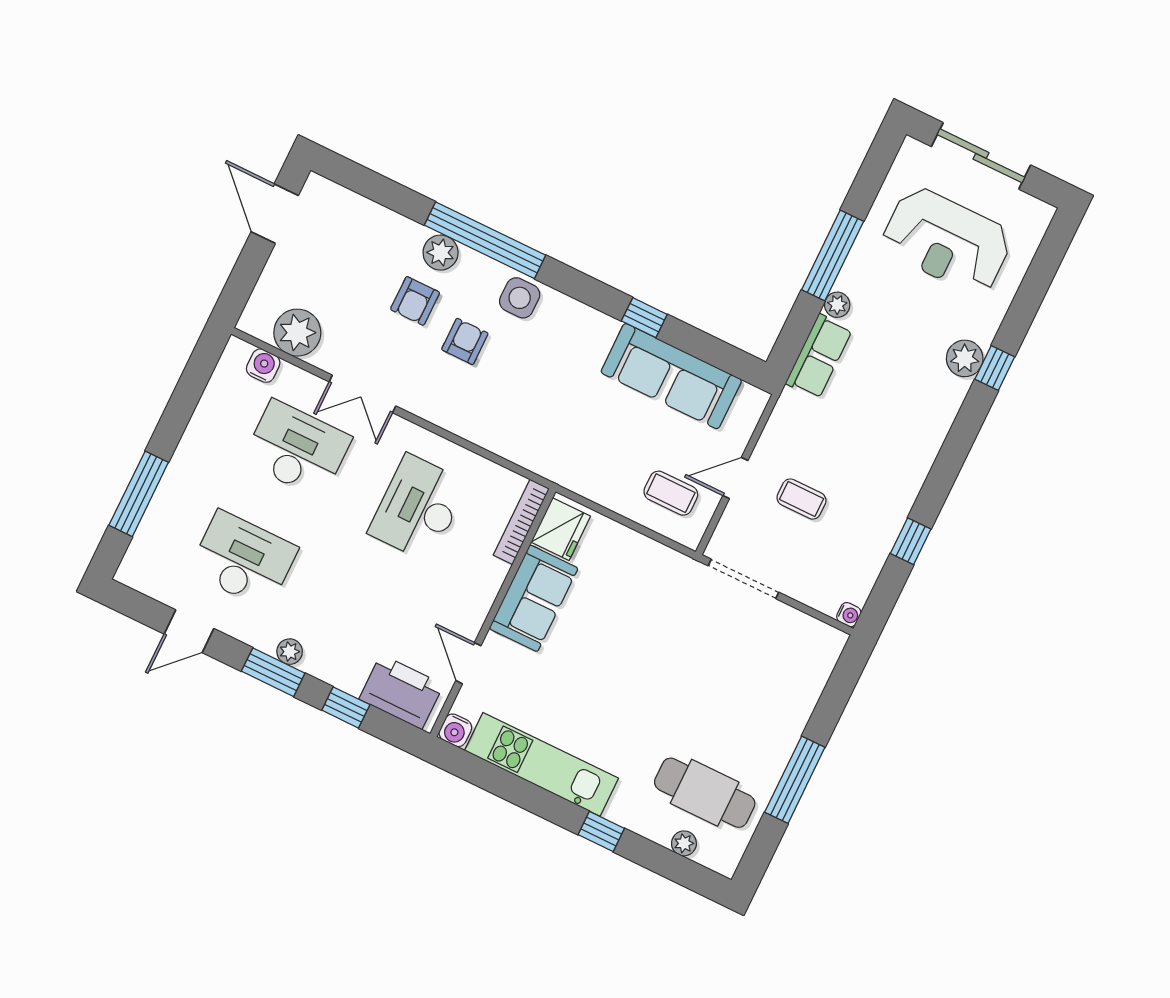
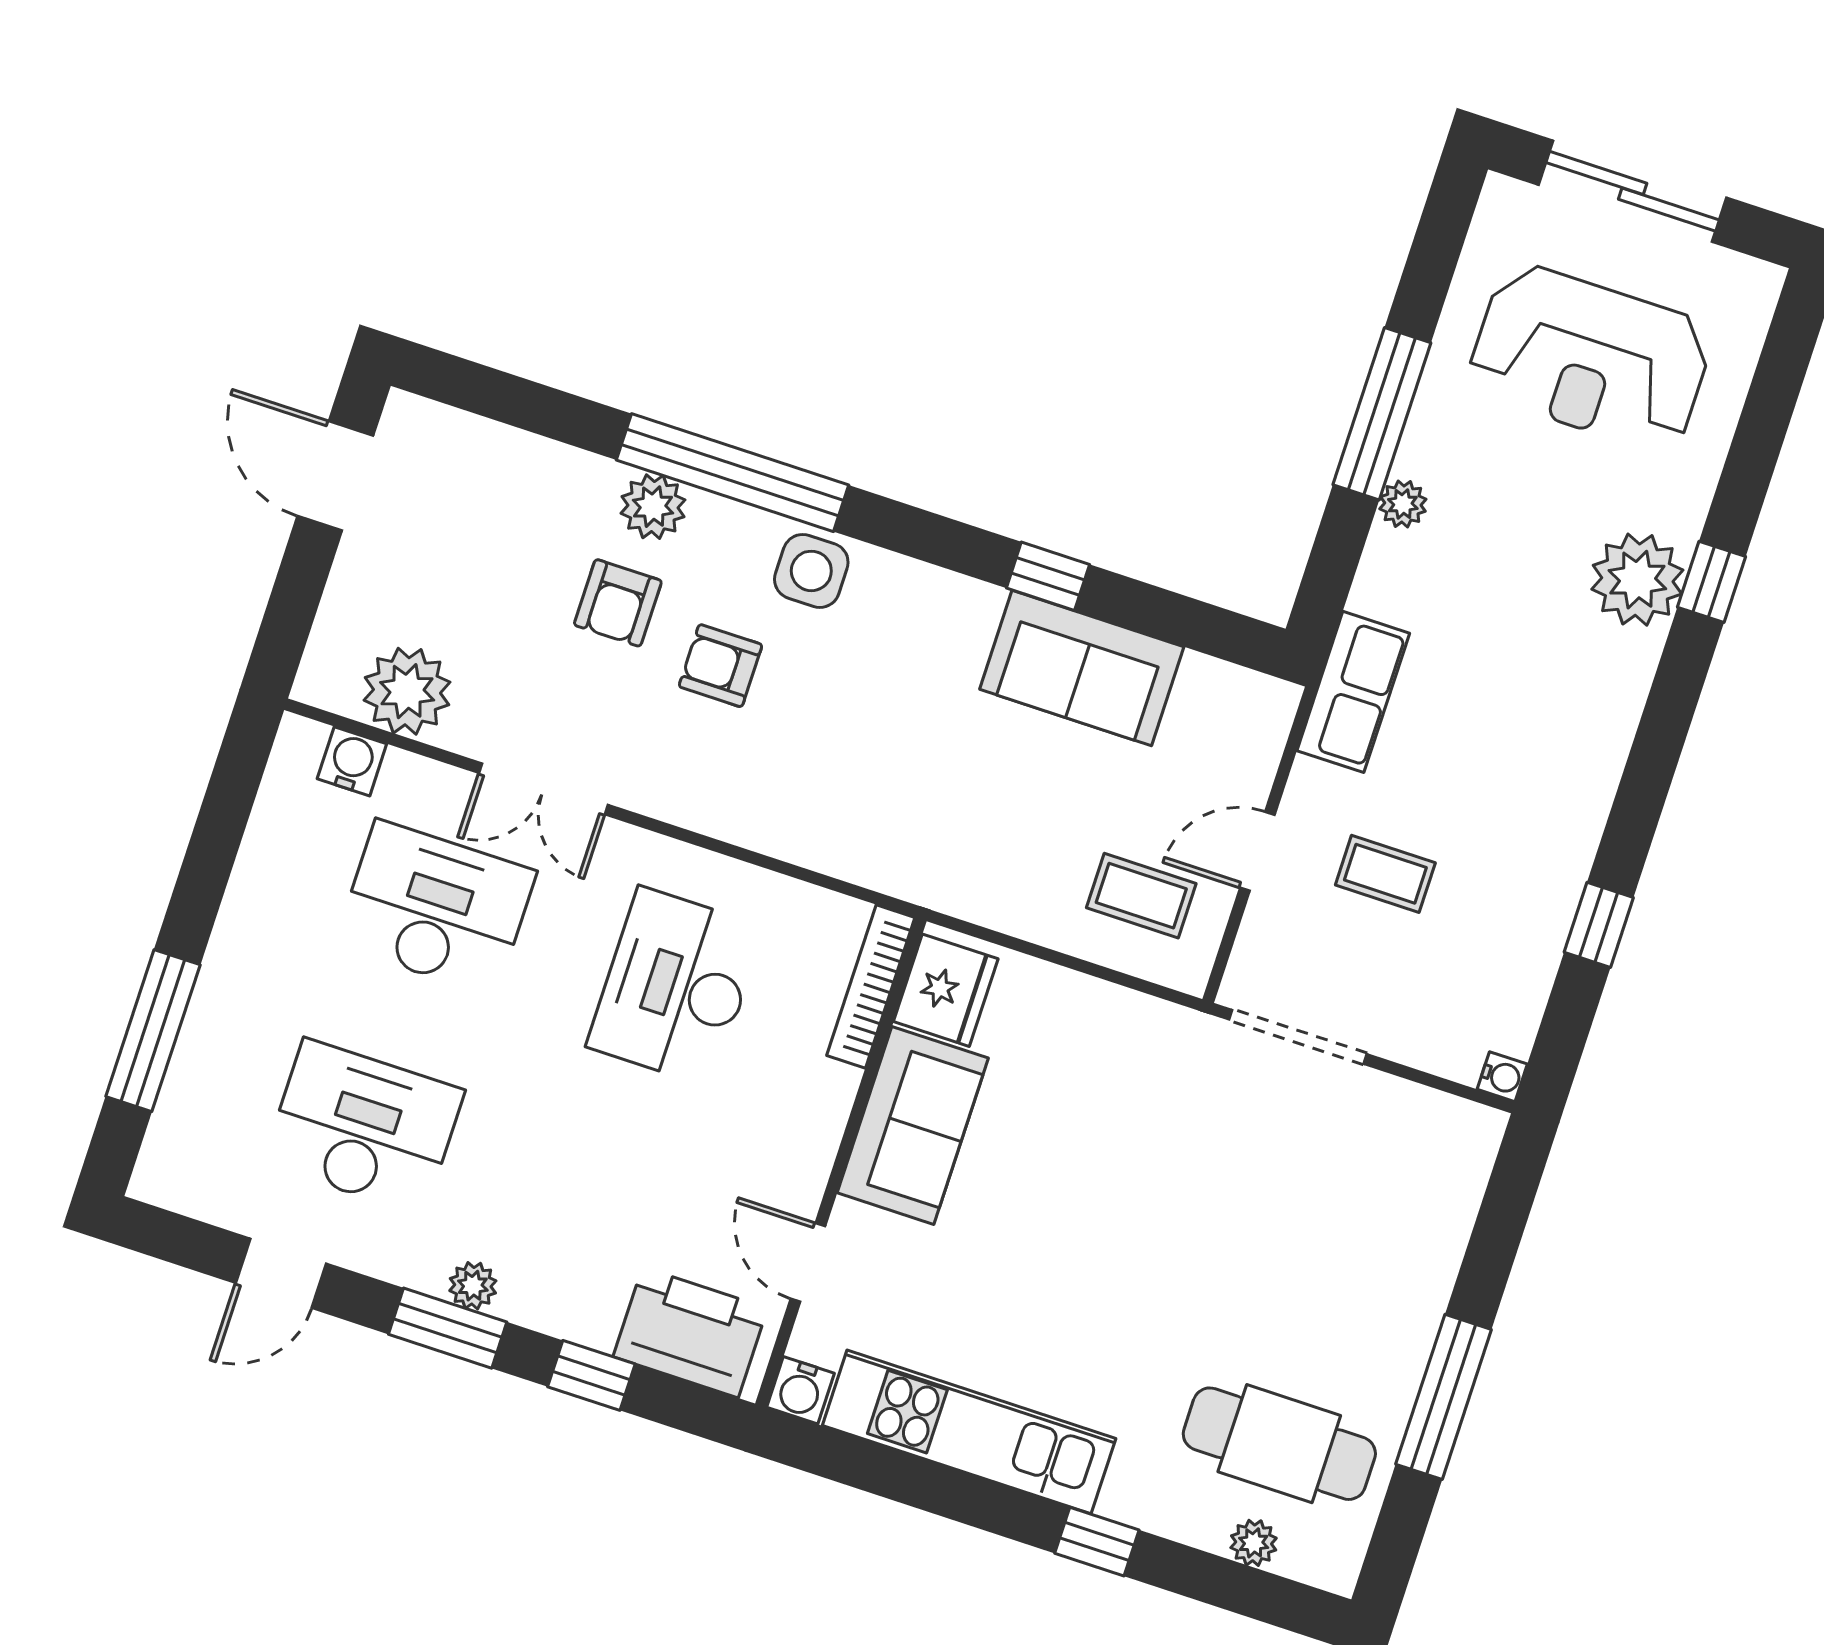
armchair: (465, 341) -> (721, 666), turned -90
row of seats: (819, 356) -> (1353, 692), moved
plant: (965, 358) -> (1637, 580), width x1.36, depth x1.36
sofa: (671, 376) -> (1082, 668), width x0.73

